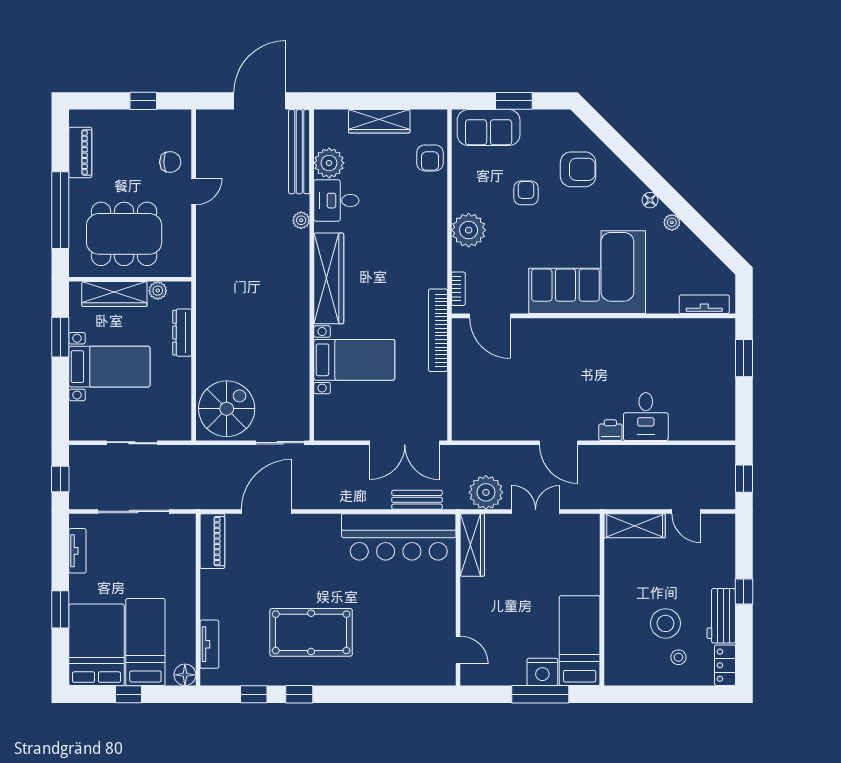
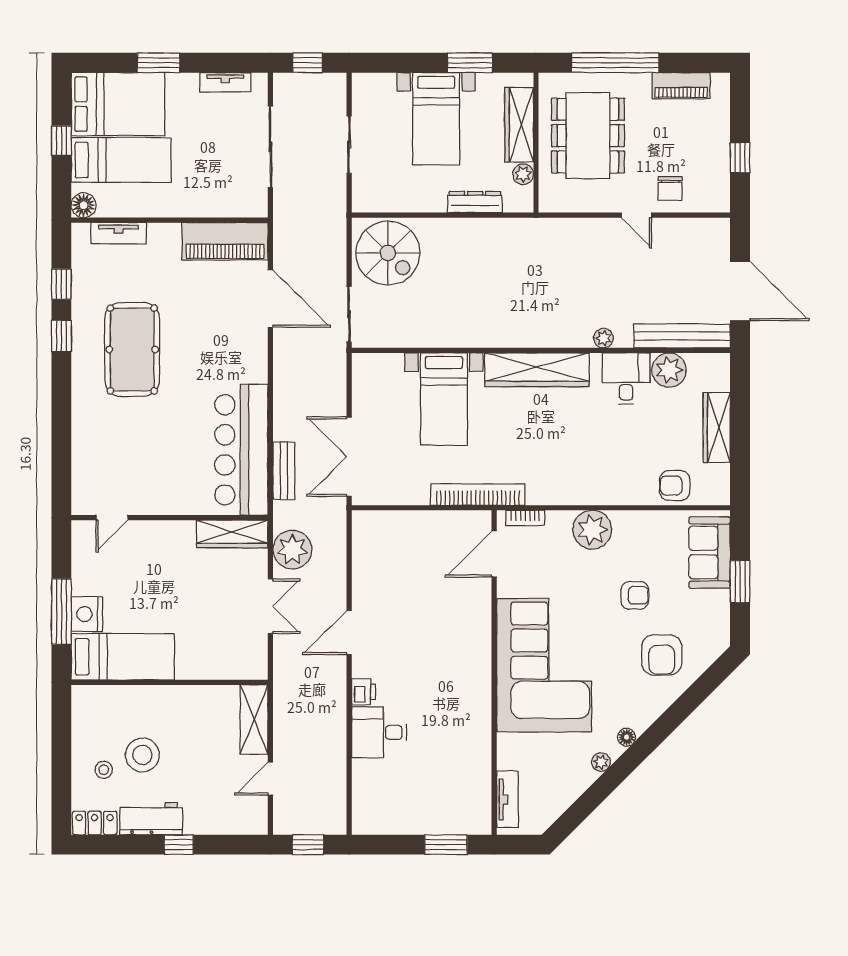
piano: (212, 541) -> (225, 241), width x1.37, depth x1.33

